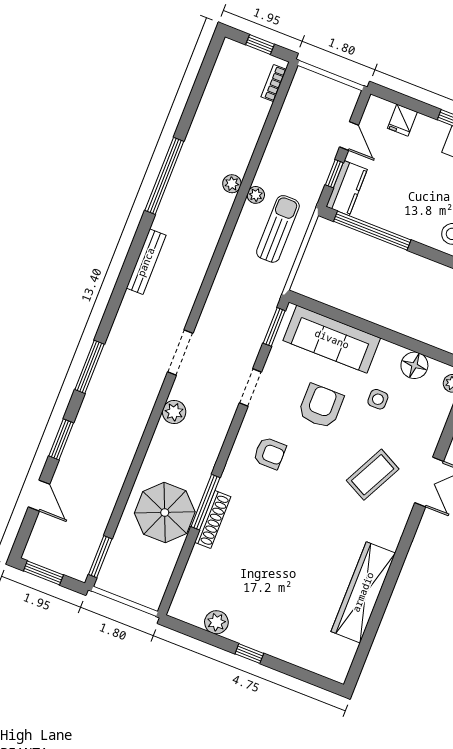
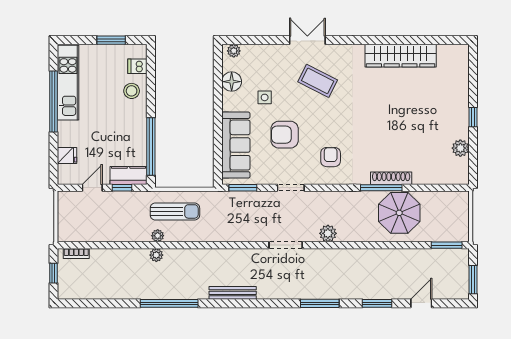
sun lounger: (278, 229) -> (175, 211), turned 180

